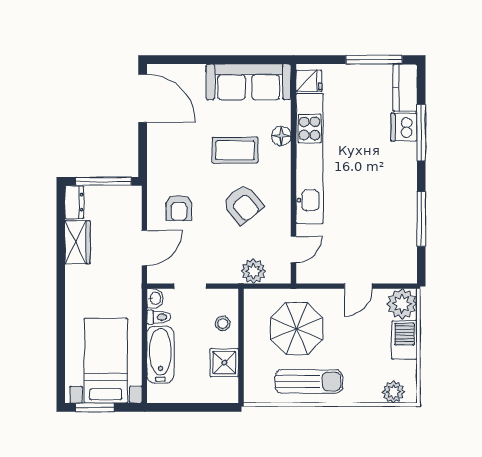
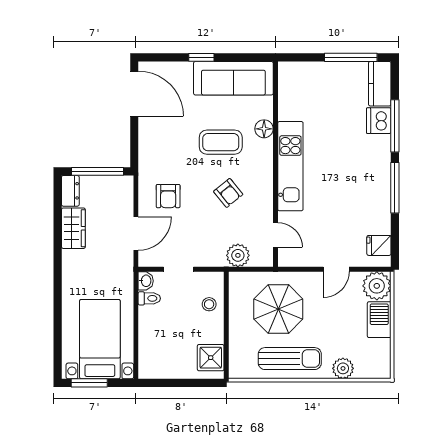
window: (214, 60) -> (201, 57), added
fridge: (309, 81) -> (379, 245), moved, turned 180
kitchen unit: (310, 158) -> (290, 166), width x0.73
armchair: (243, 204) -> (228, 193), width x0.72, depth x0.72
window: (421, 219) -> (395, 188), moved
door: (294, 249) -> (275, 235), hinge flipped
bathtub: (160, 355) -> (151, 333), removed
shower: (224, 363) -> (211, 358), moved
plant: (393, 392) -> (343, 368), moved

